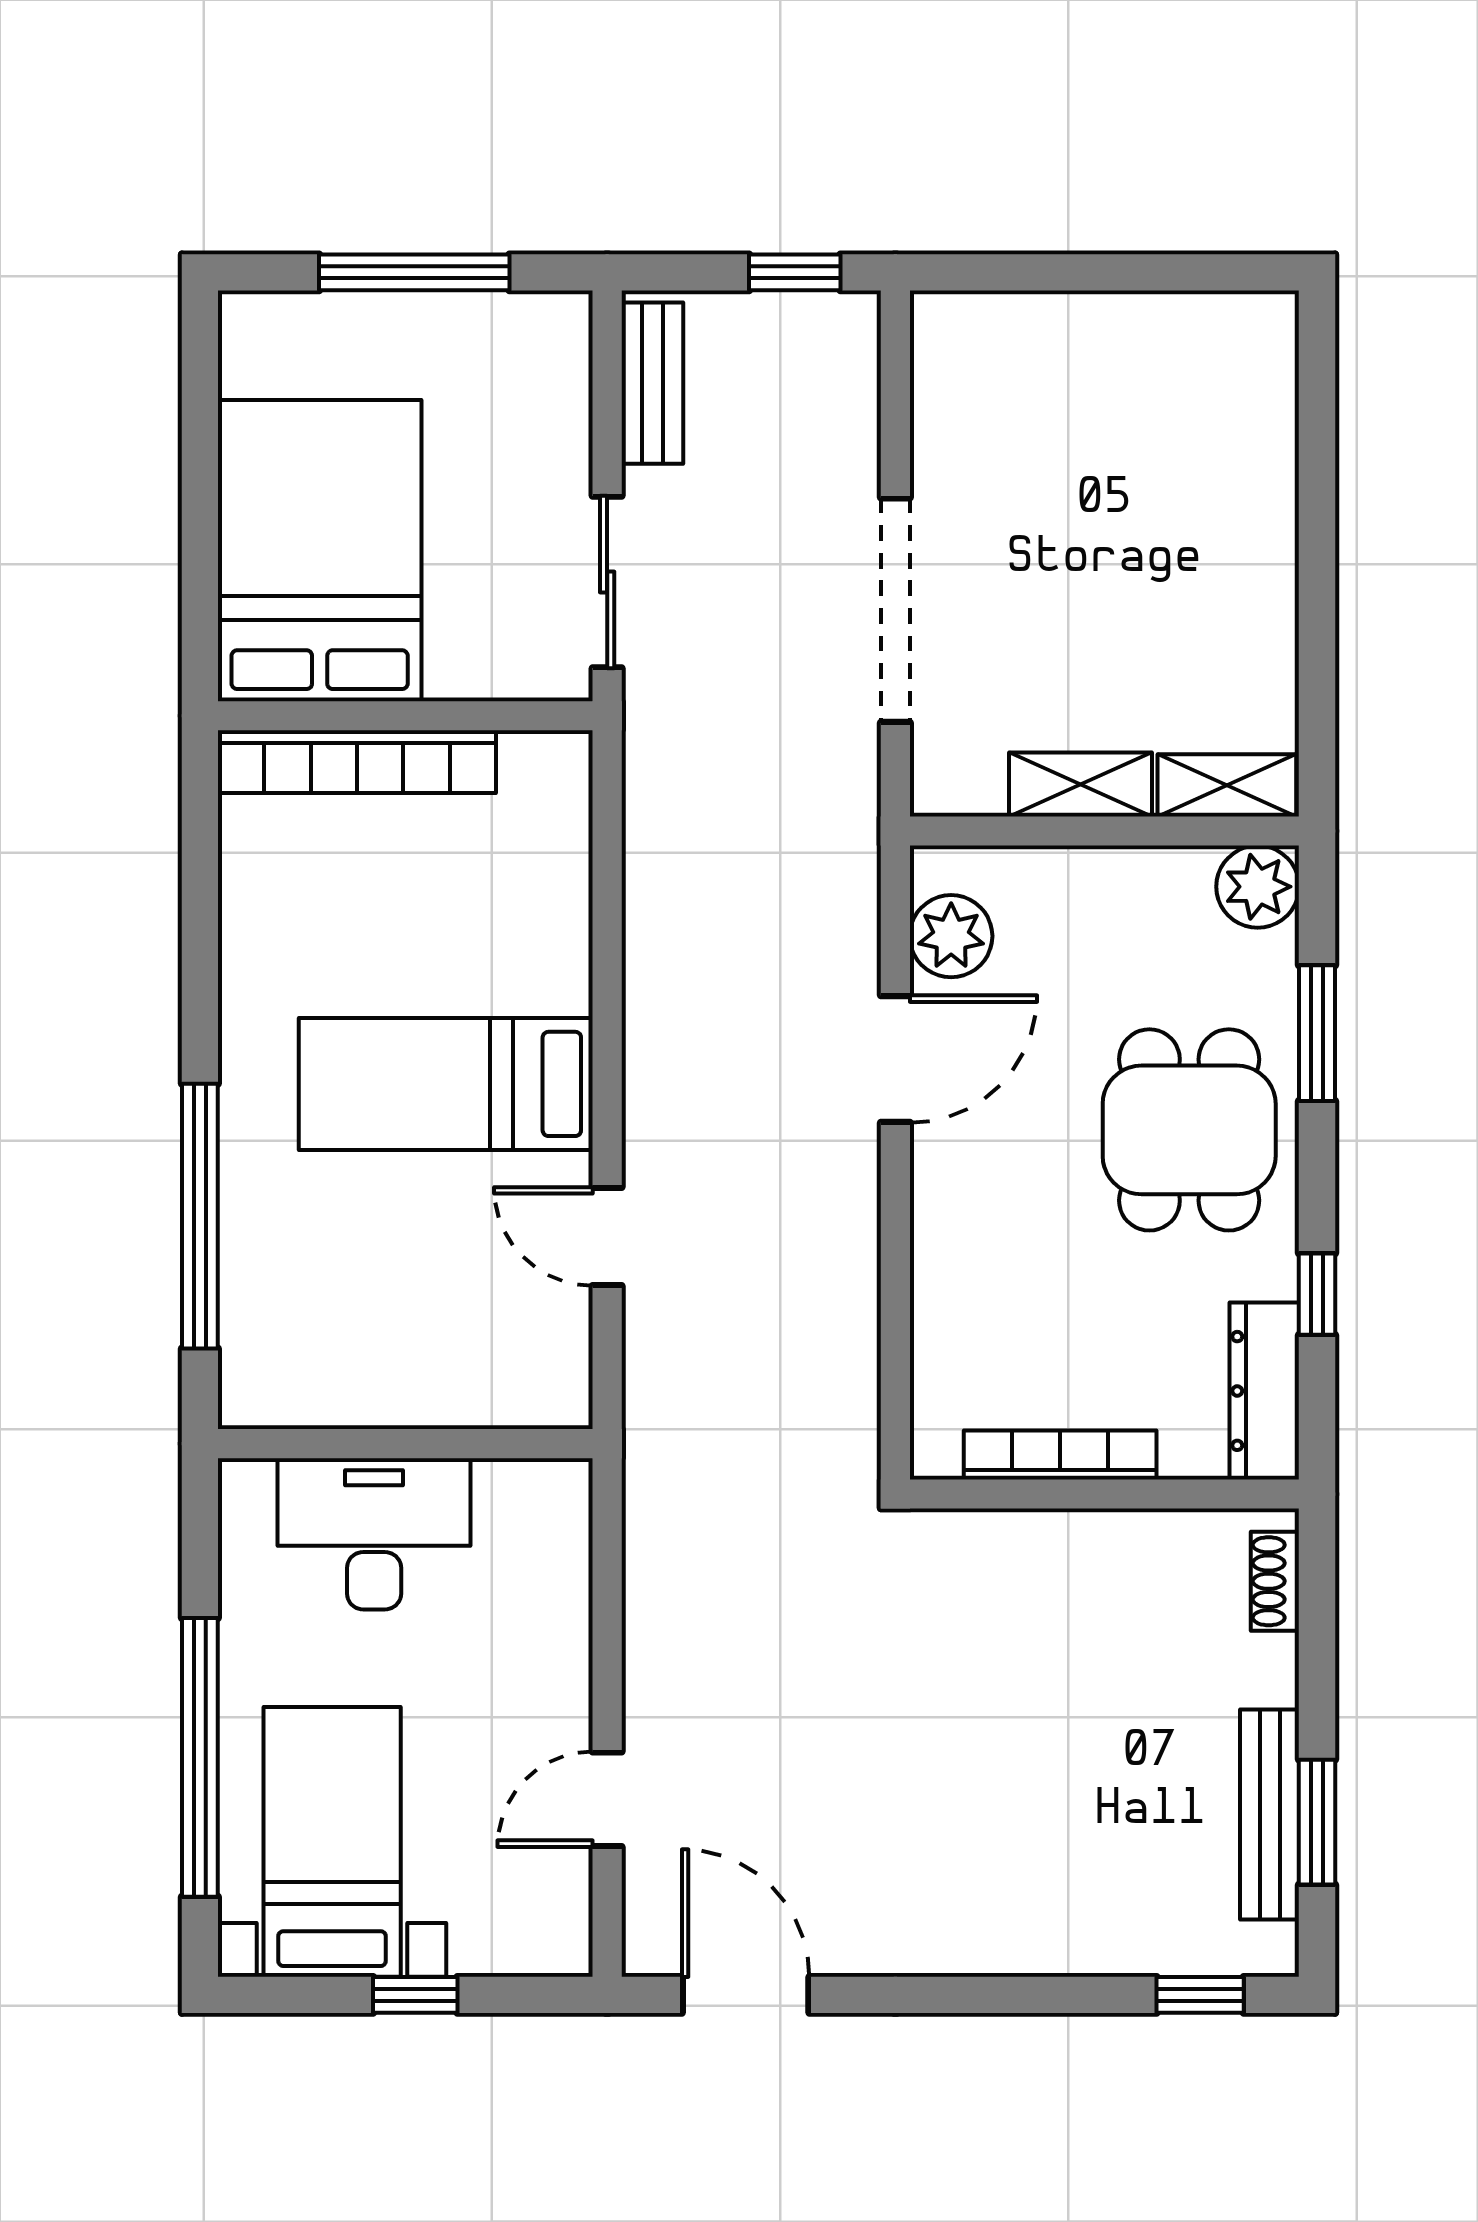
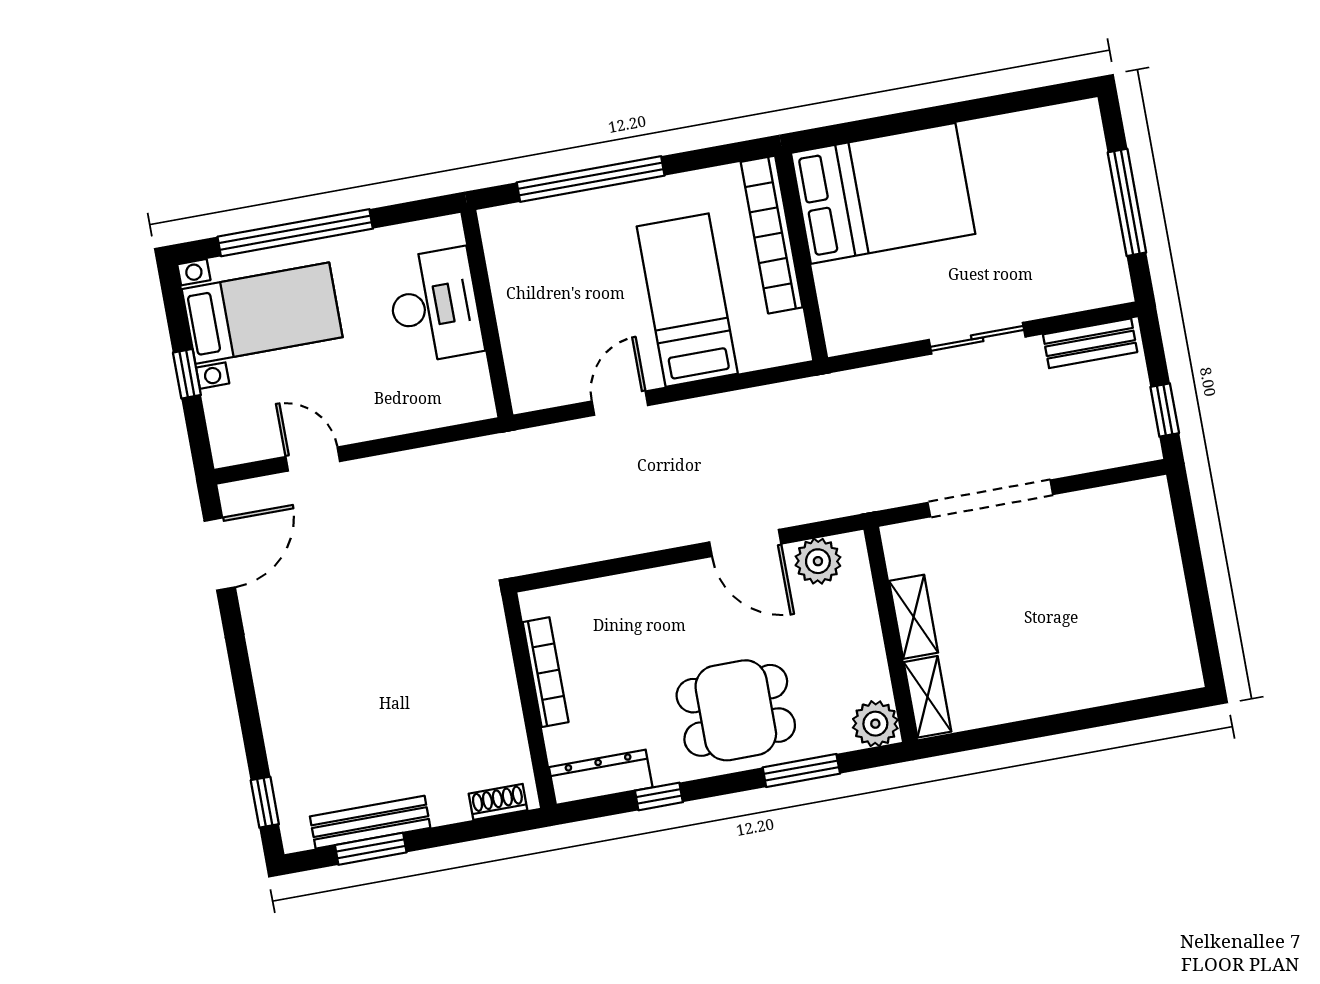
bed: (320, 551) -> (883, 193), moved
wall: (405, 716) -> (802, 256), moved
bookcase: (357, 762) -> (772, 235), moved

